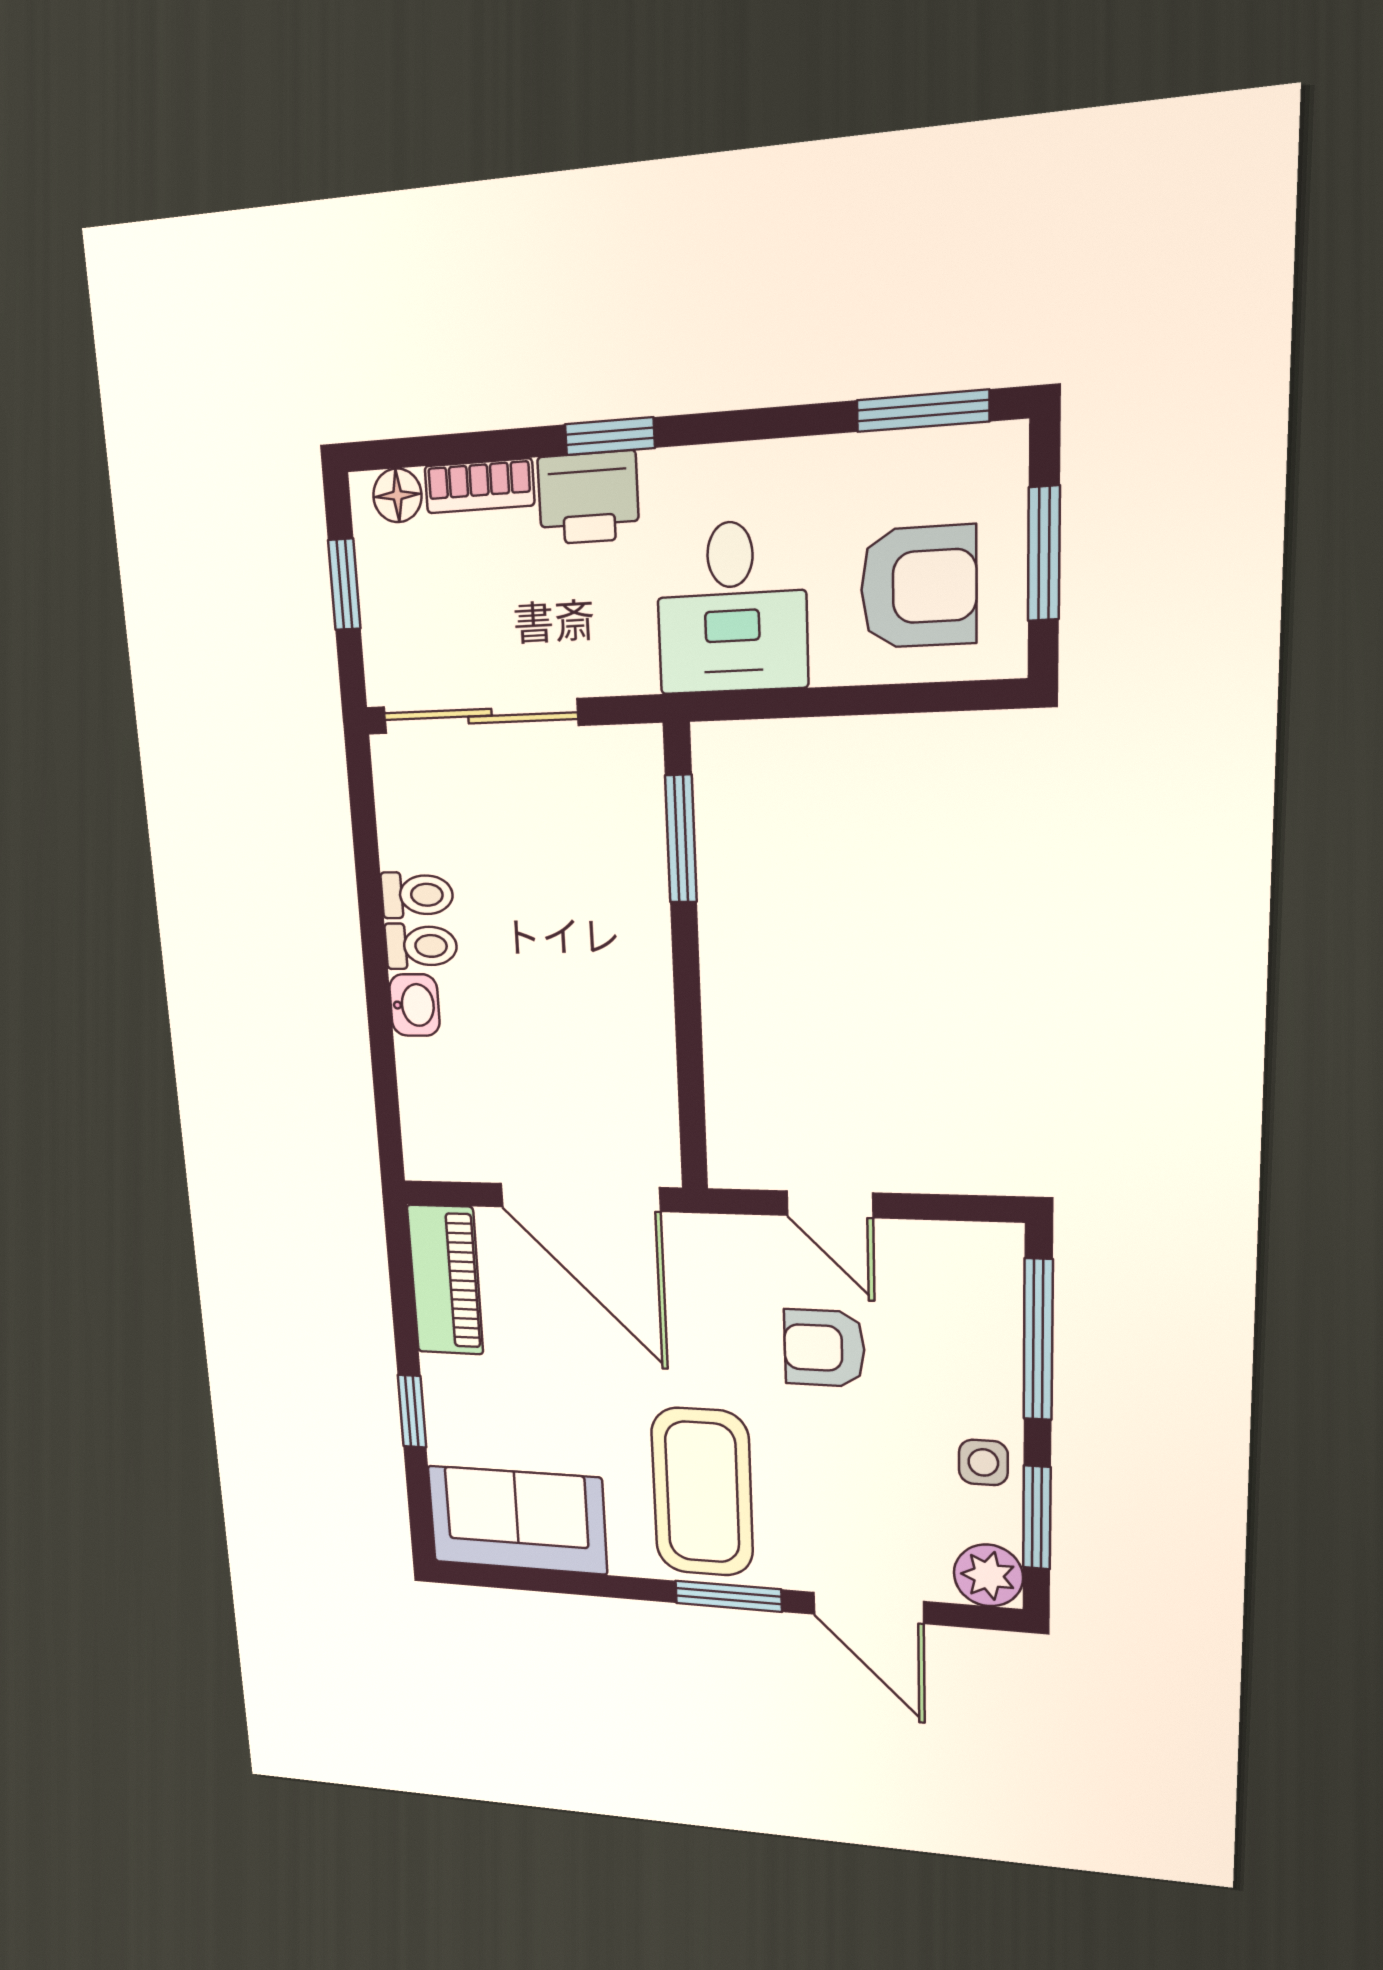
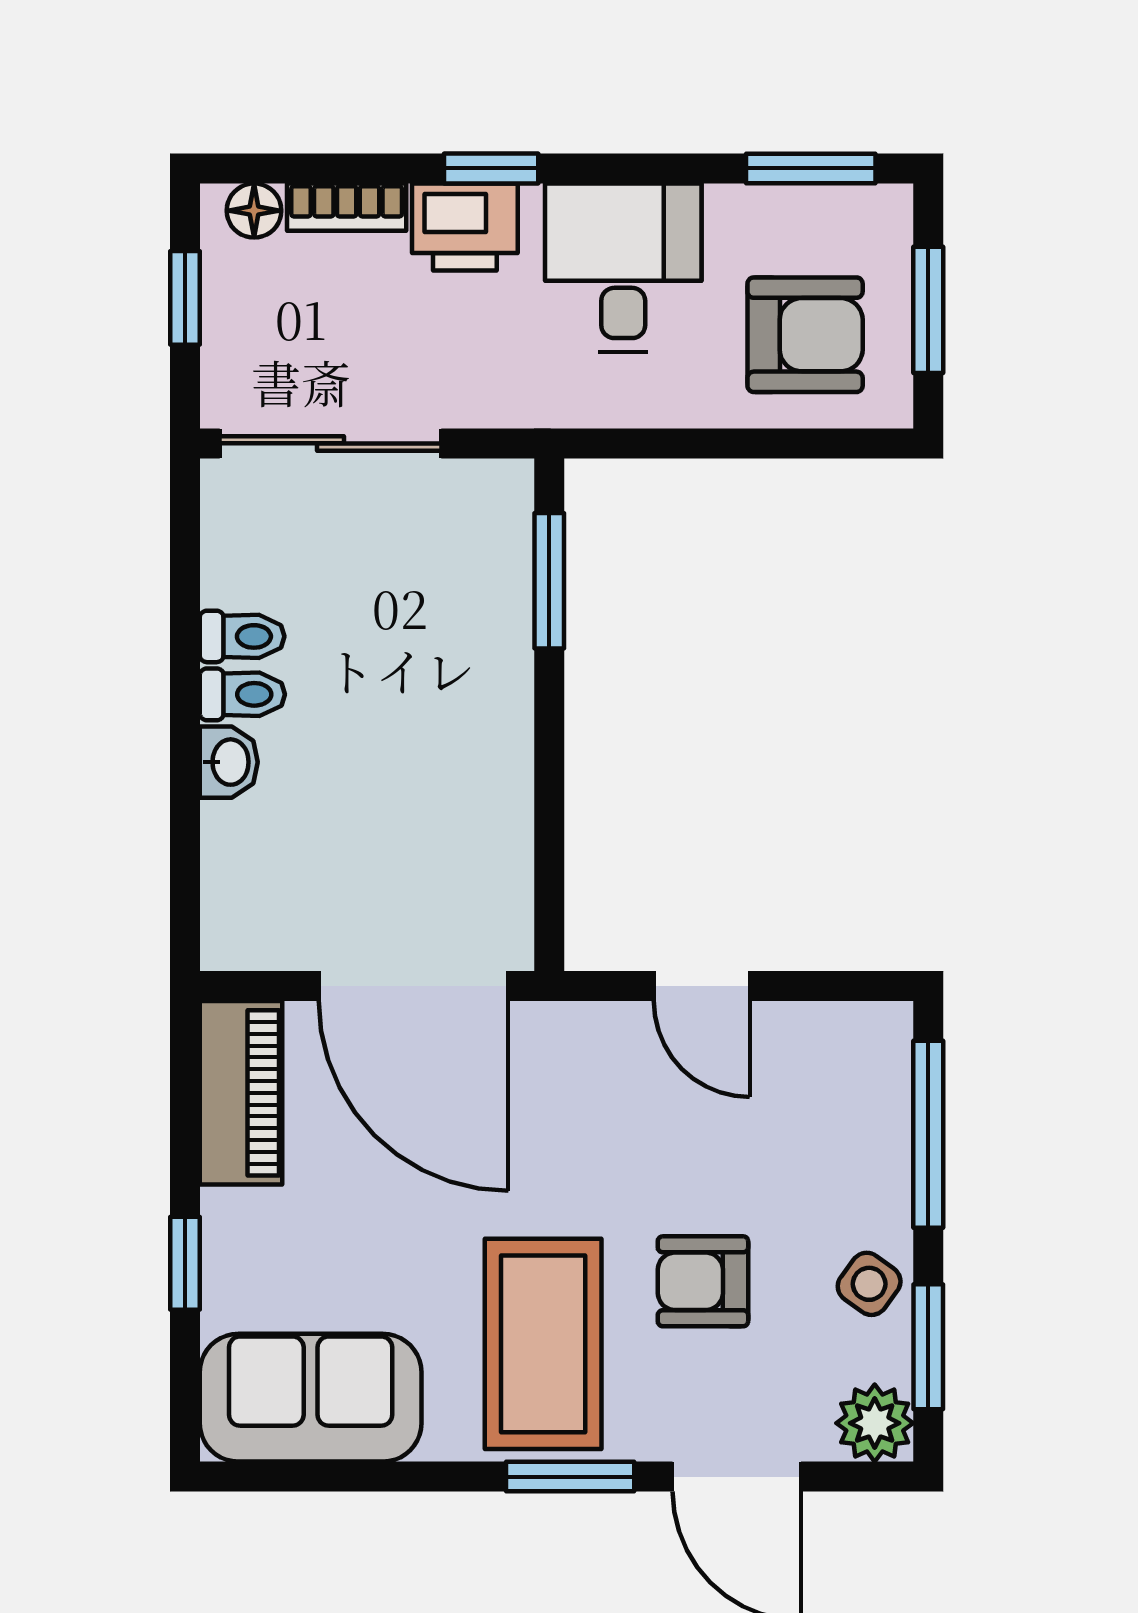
desk: (732, 607) -> (623, 268), moved, turned 180
armchair: (824, 1348) -> (703, 1281), moved
side table: (983, 1462) -> (869, 1284), turned 36

